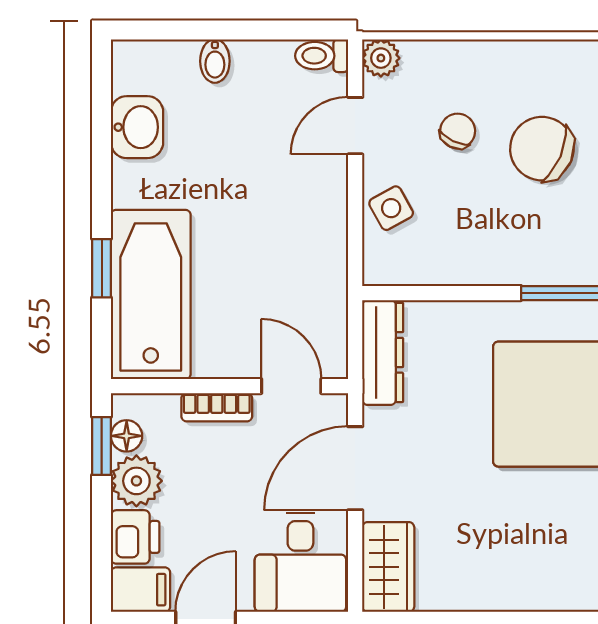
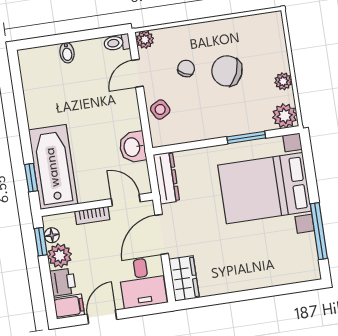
washbasin: (137, 127) -> (133, 147), moved, turned 180
window: (102, 268) -> (31, 178), moved

